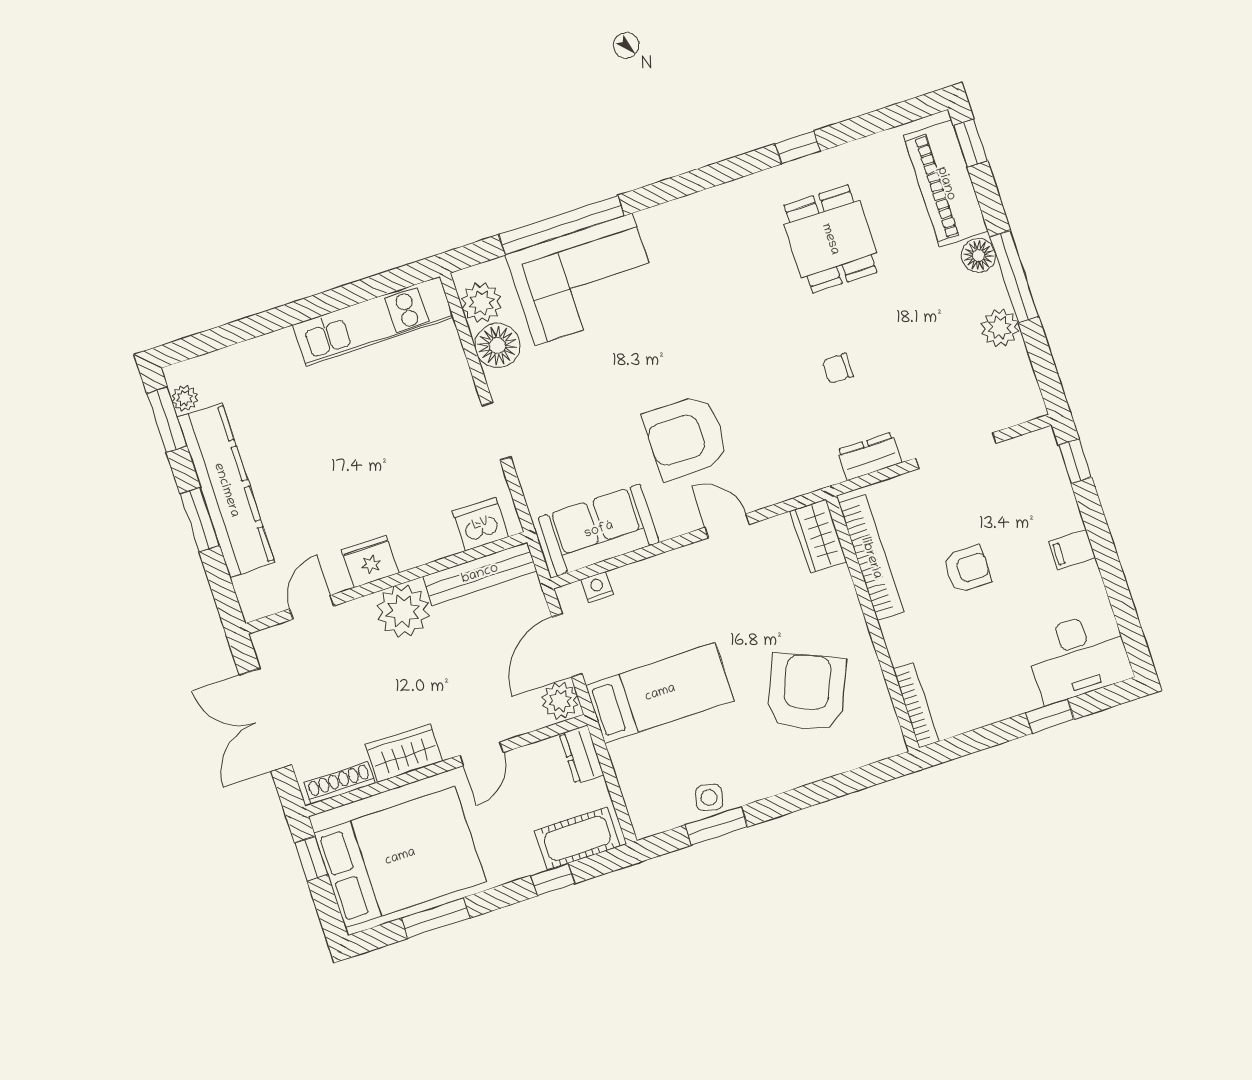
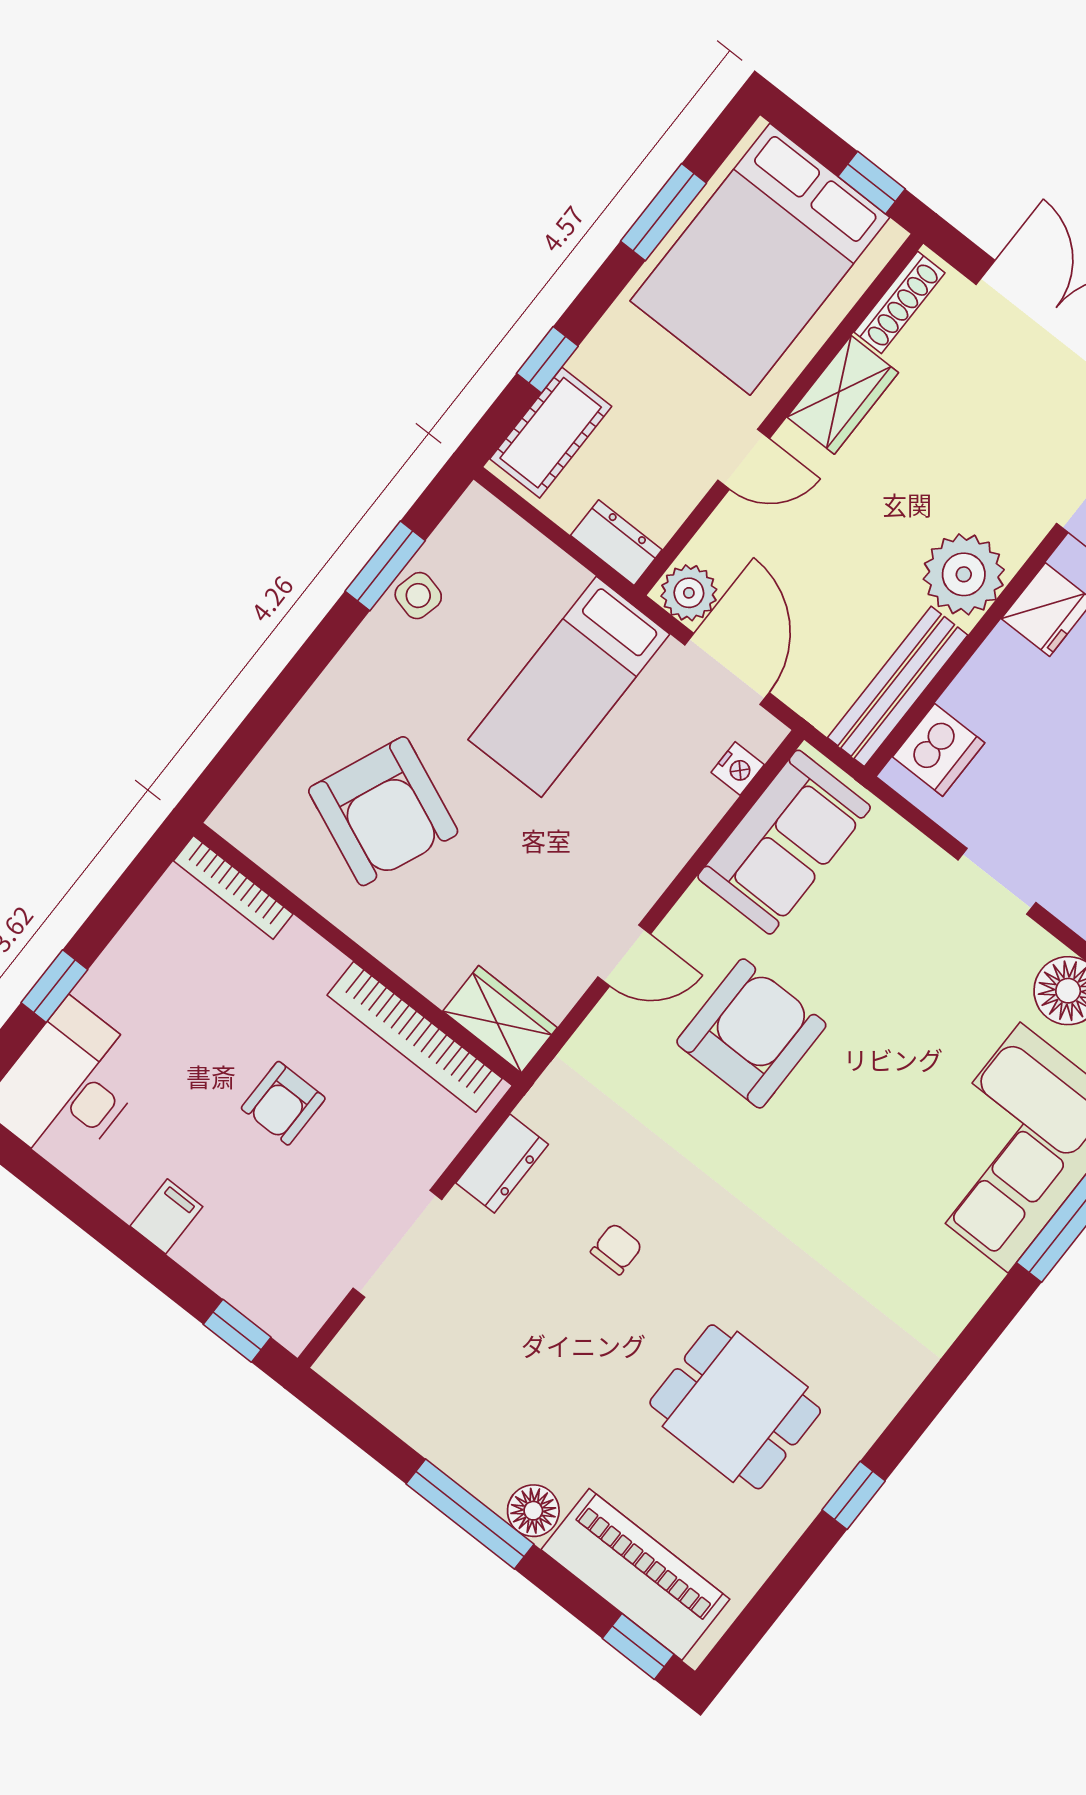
plant: (1000, 328) -> (445, 1437), removed
door: (482, 754) -> (744, 459), swing flipped

